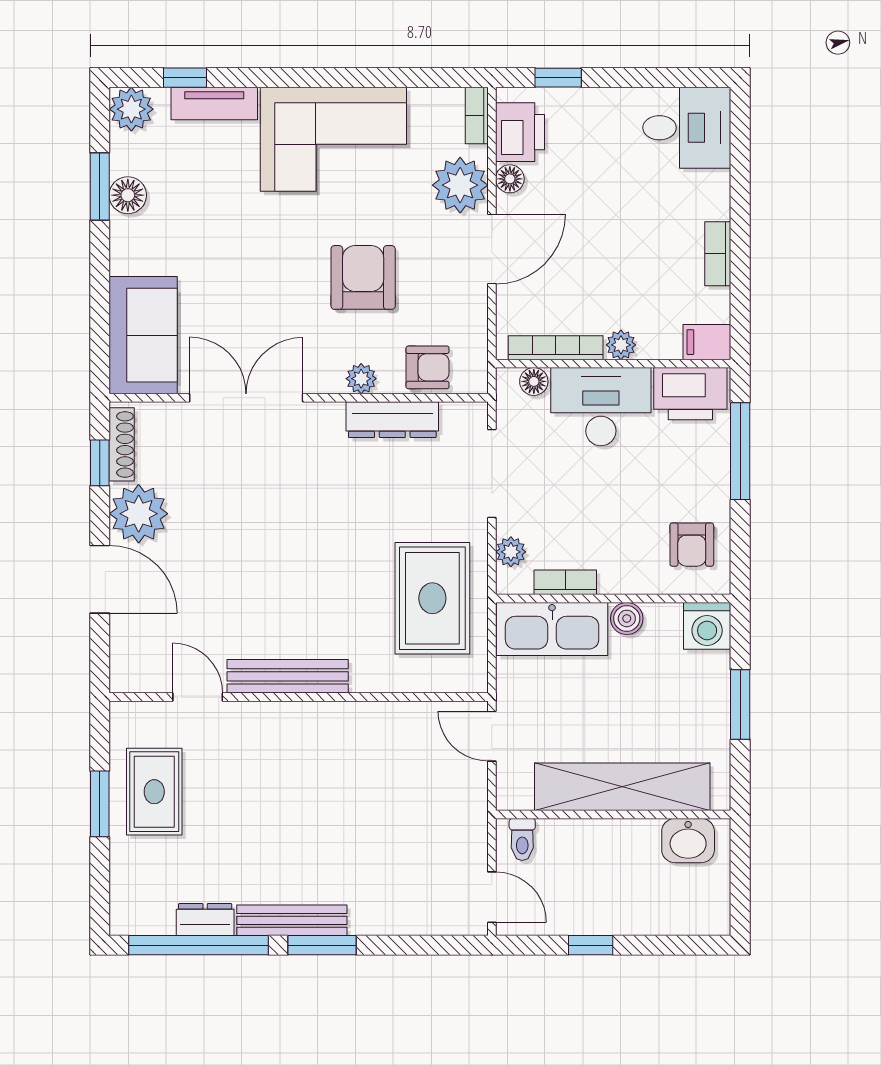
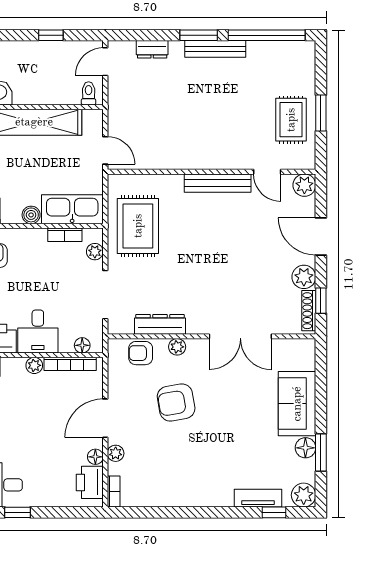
window: (558, 78) -> (17, 512), moved
corner sofa: (333, 139) -> (192, 479), removed
plant: (460, 185) -> (116, 453), width x0.53, depth x0.53
armchair: (363, 277) -> (176, 403), turned 80
sofa: (143, 335) -> (297, 404), moved
desk: (601, 407) -> (38, 331), width x0.73
plant: (139, 514) -> (304, 277), width x0.73, depth x0.73
plant: (130, 673) -> (304, 185), added
door: (492, 897) -> (105, 62), hinge flipped
dresser: (205, 920) -> (152, 49), moved

